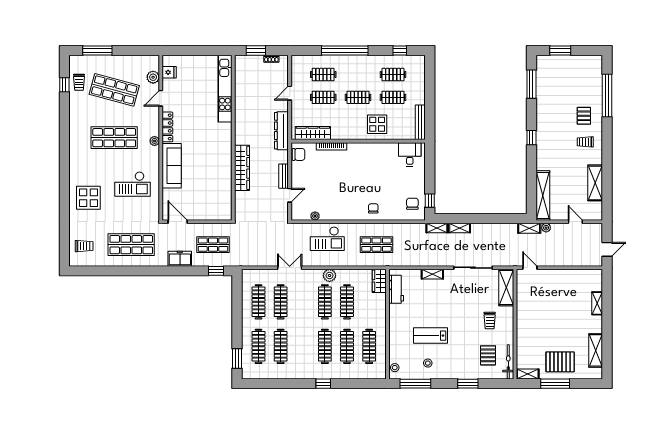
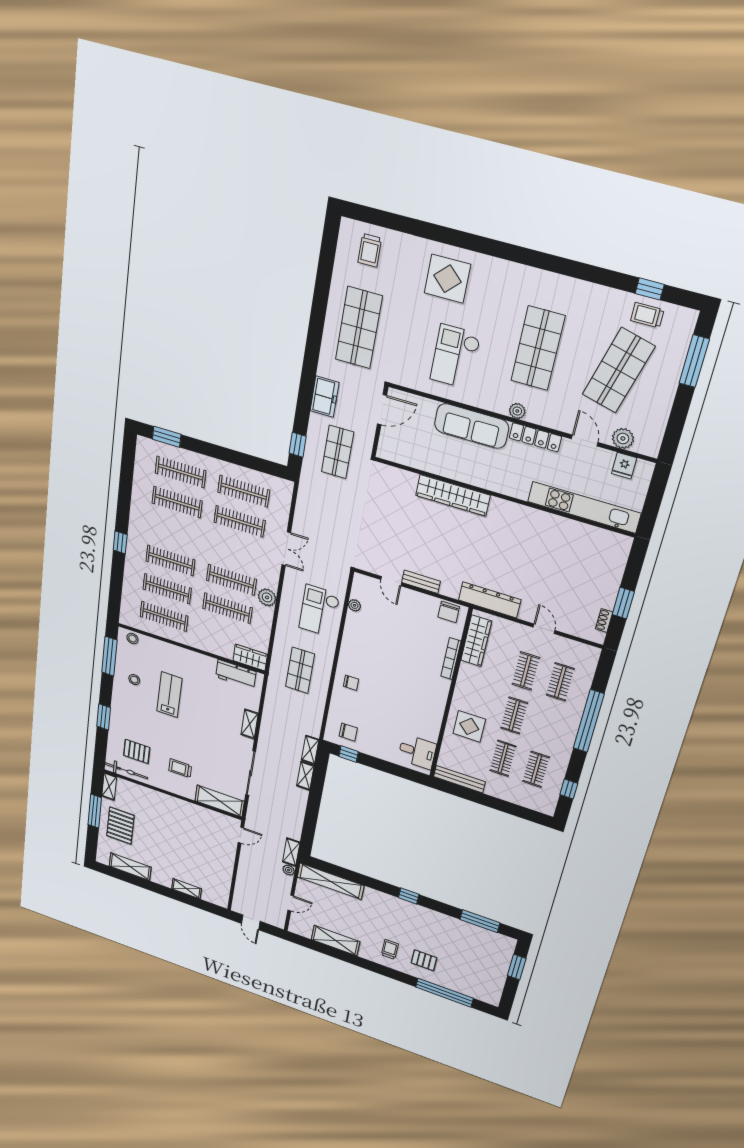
kitchen unit: (225, 89) -> (584, 507), moved
wall: (233, 138) -> (503, 497), moved
wardrobe: (242, 168) -> (453, 495), moved

